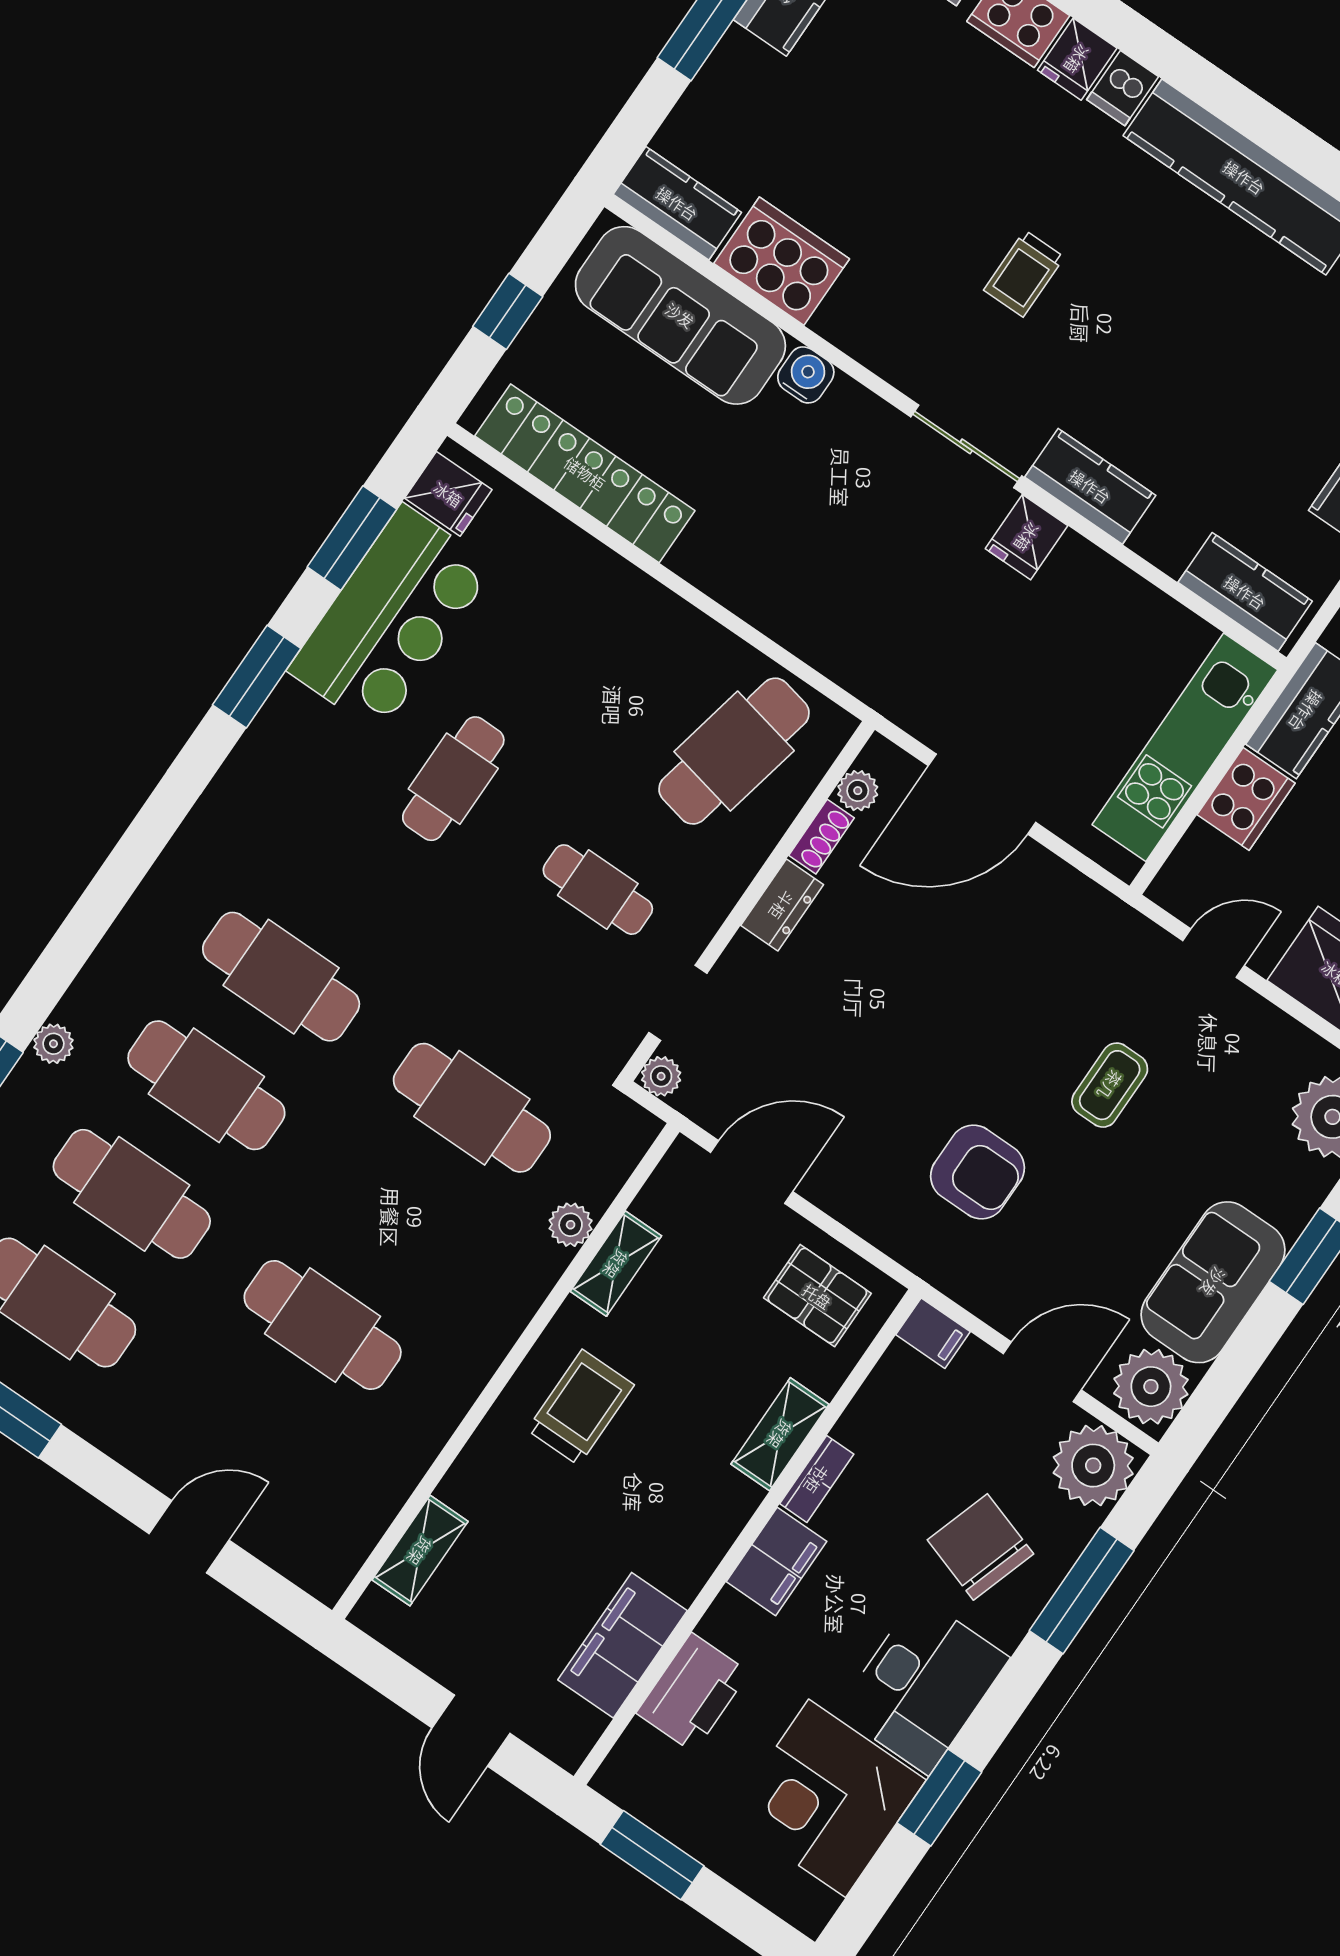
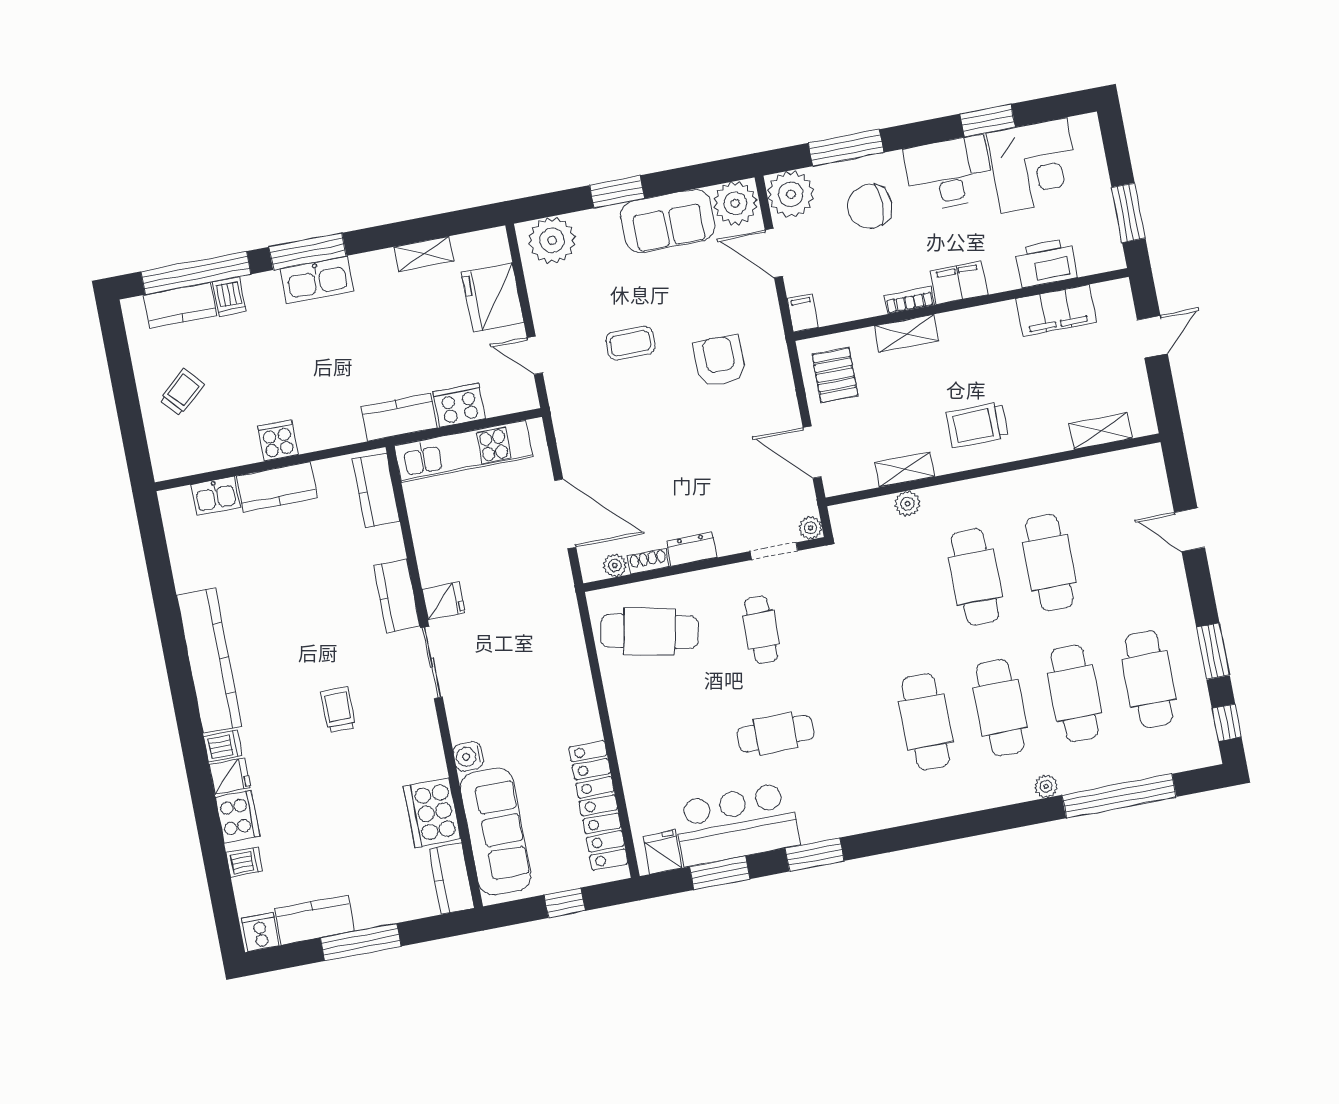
trolley: (1024, 274) -> (338, 710), turned -90
cafe table: (472, 1108) -> (975, 577), moved
chair: (980, 1547) -> (870, 206), turned 72

